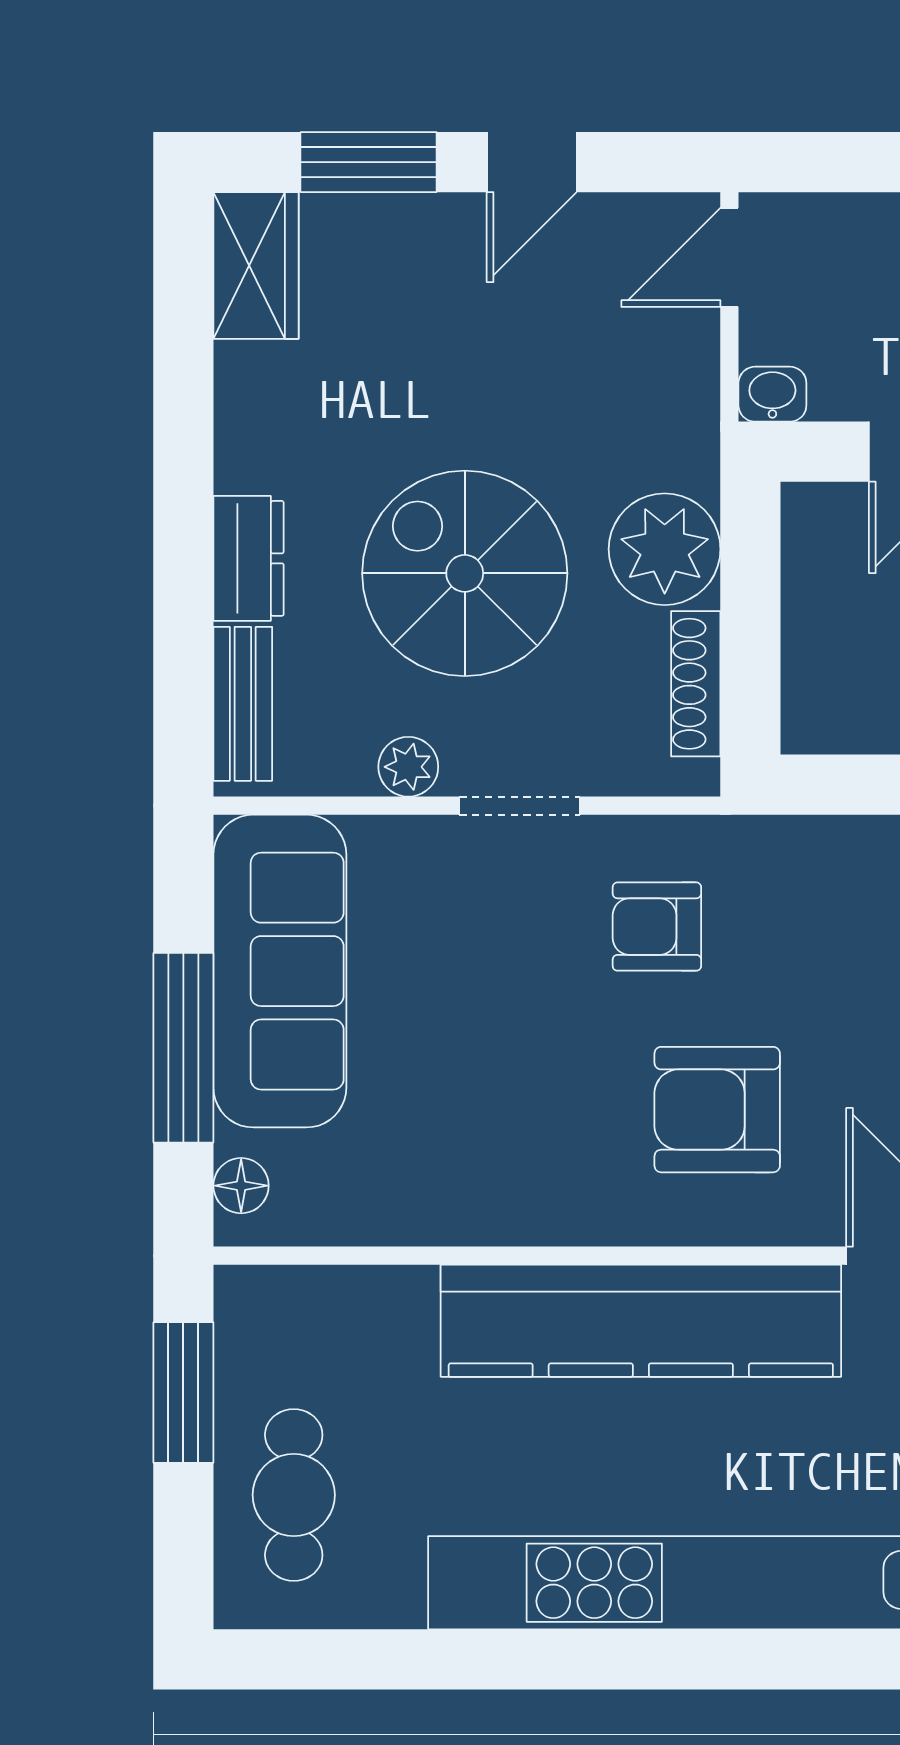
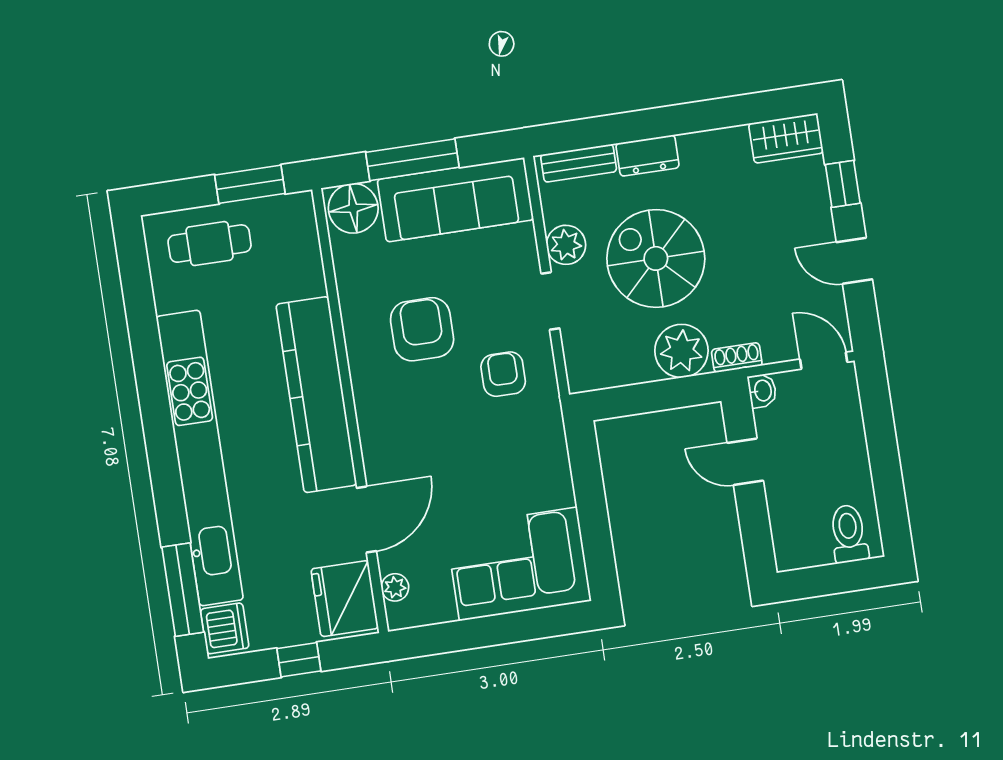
window: (369, 162) -> (843, 184), width x0.67
spiral stairs: (465, 573) -> (656, 258), turned -90
shoe rack: (696, 684) -> (737, 358), moved, width x0.70
plant: (408, 767) -> (566, 245), width x1.38, depth x1.38
armchair: (717, 1110) -> (422, 329), moved
floor lamp: (241, 1186) -> (353, 208), width x1.89, depth x1.89

